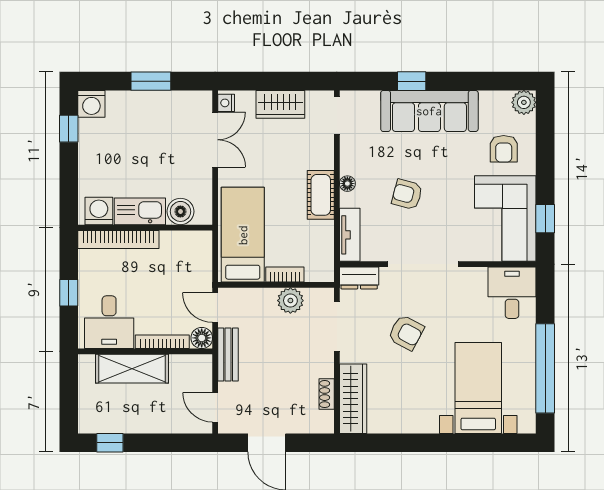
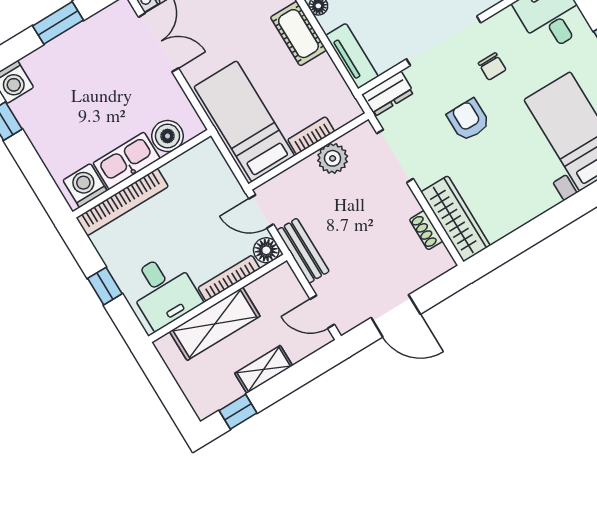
chair: (447, 304) -> (492, 66), added
armchair: (406, 333) -> (468, 120), turned -118
shelving: (147, 423) -> (264, 369), added

